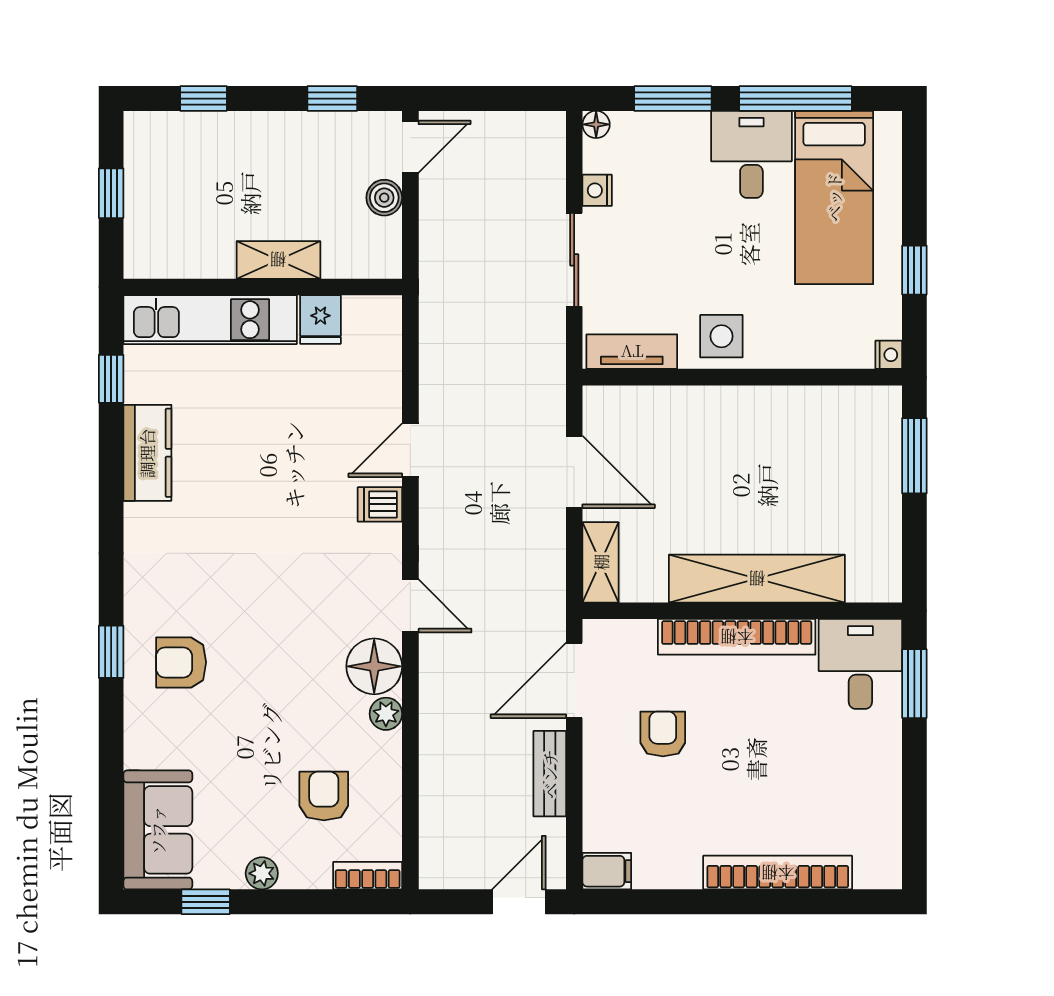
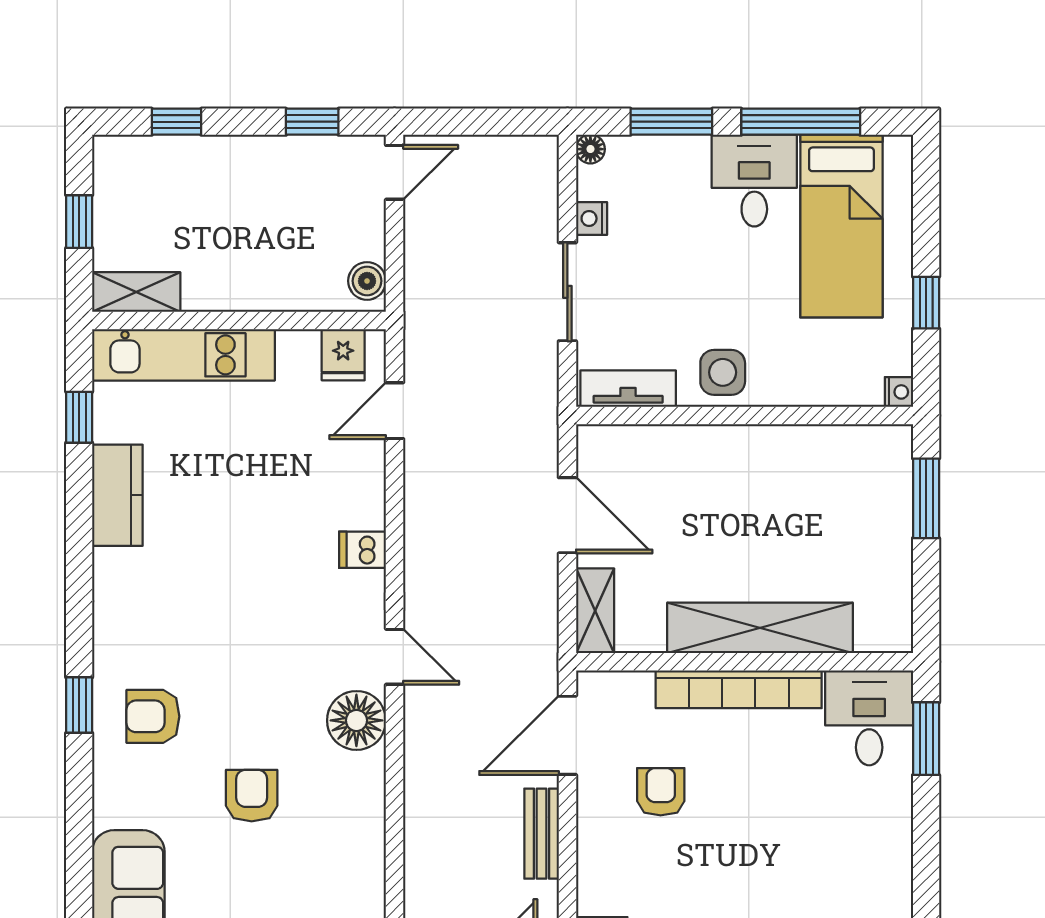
boiler: (384, 198) -> (367, 281), moved
shelving: (278, 260) -> (136, 292), moved
fridge: (320, 320) -> (343, 355), moved
door: (410, 450) -> (395, 411), moved
plant: (386, 714) -> (369, 770), removed
armchair: (324, 796) -> (252, 796), moved

